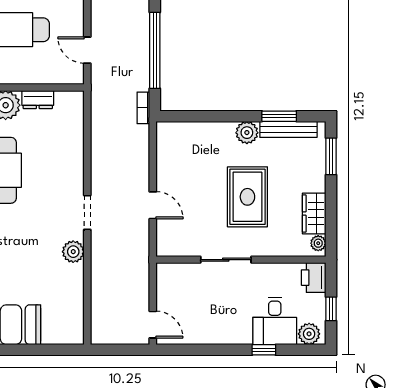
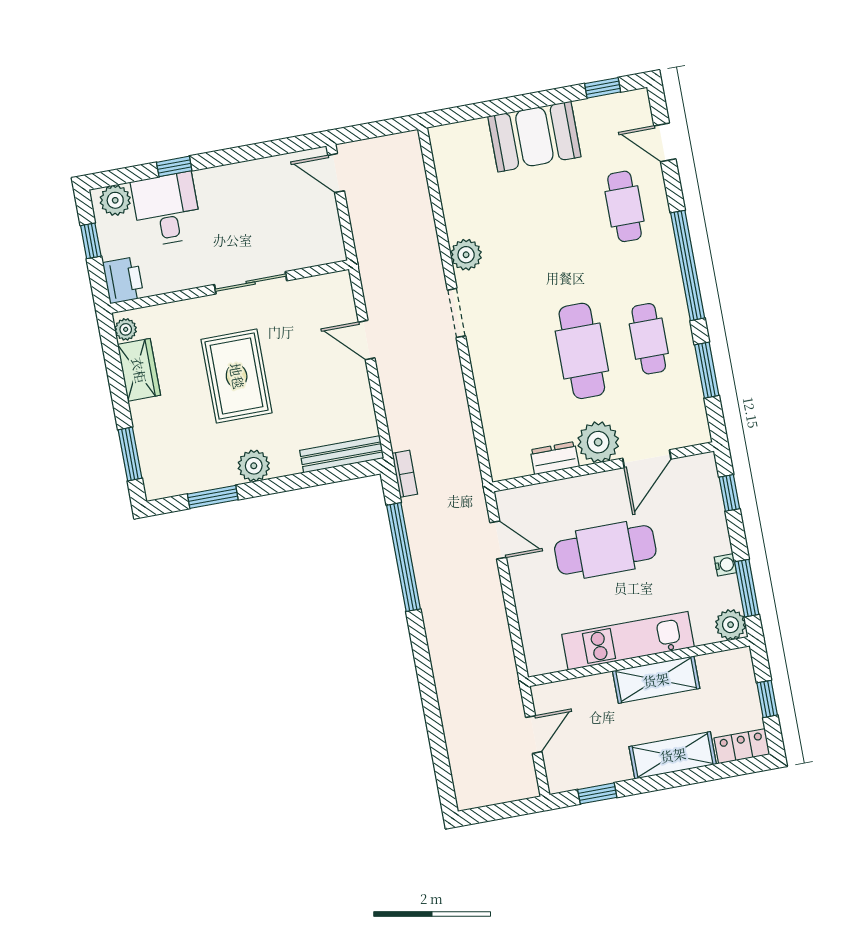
bench: (288, 129) -> (342, 454), moved

